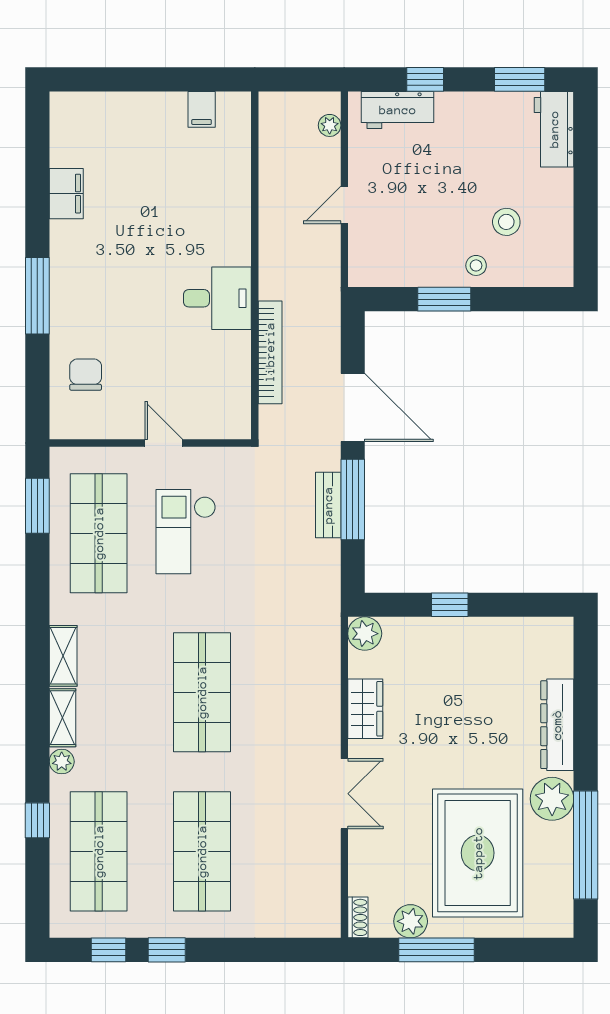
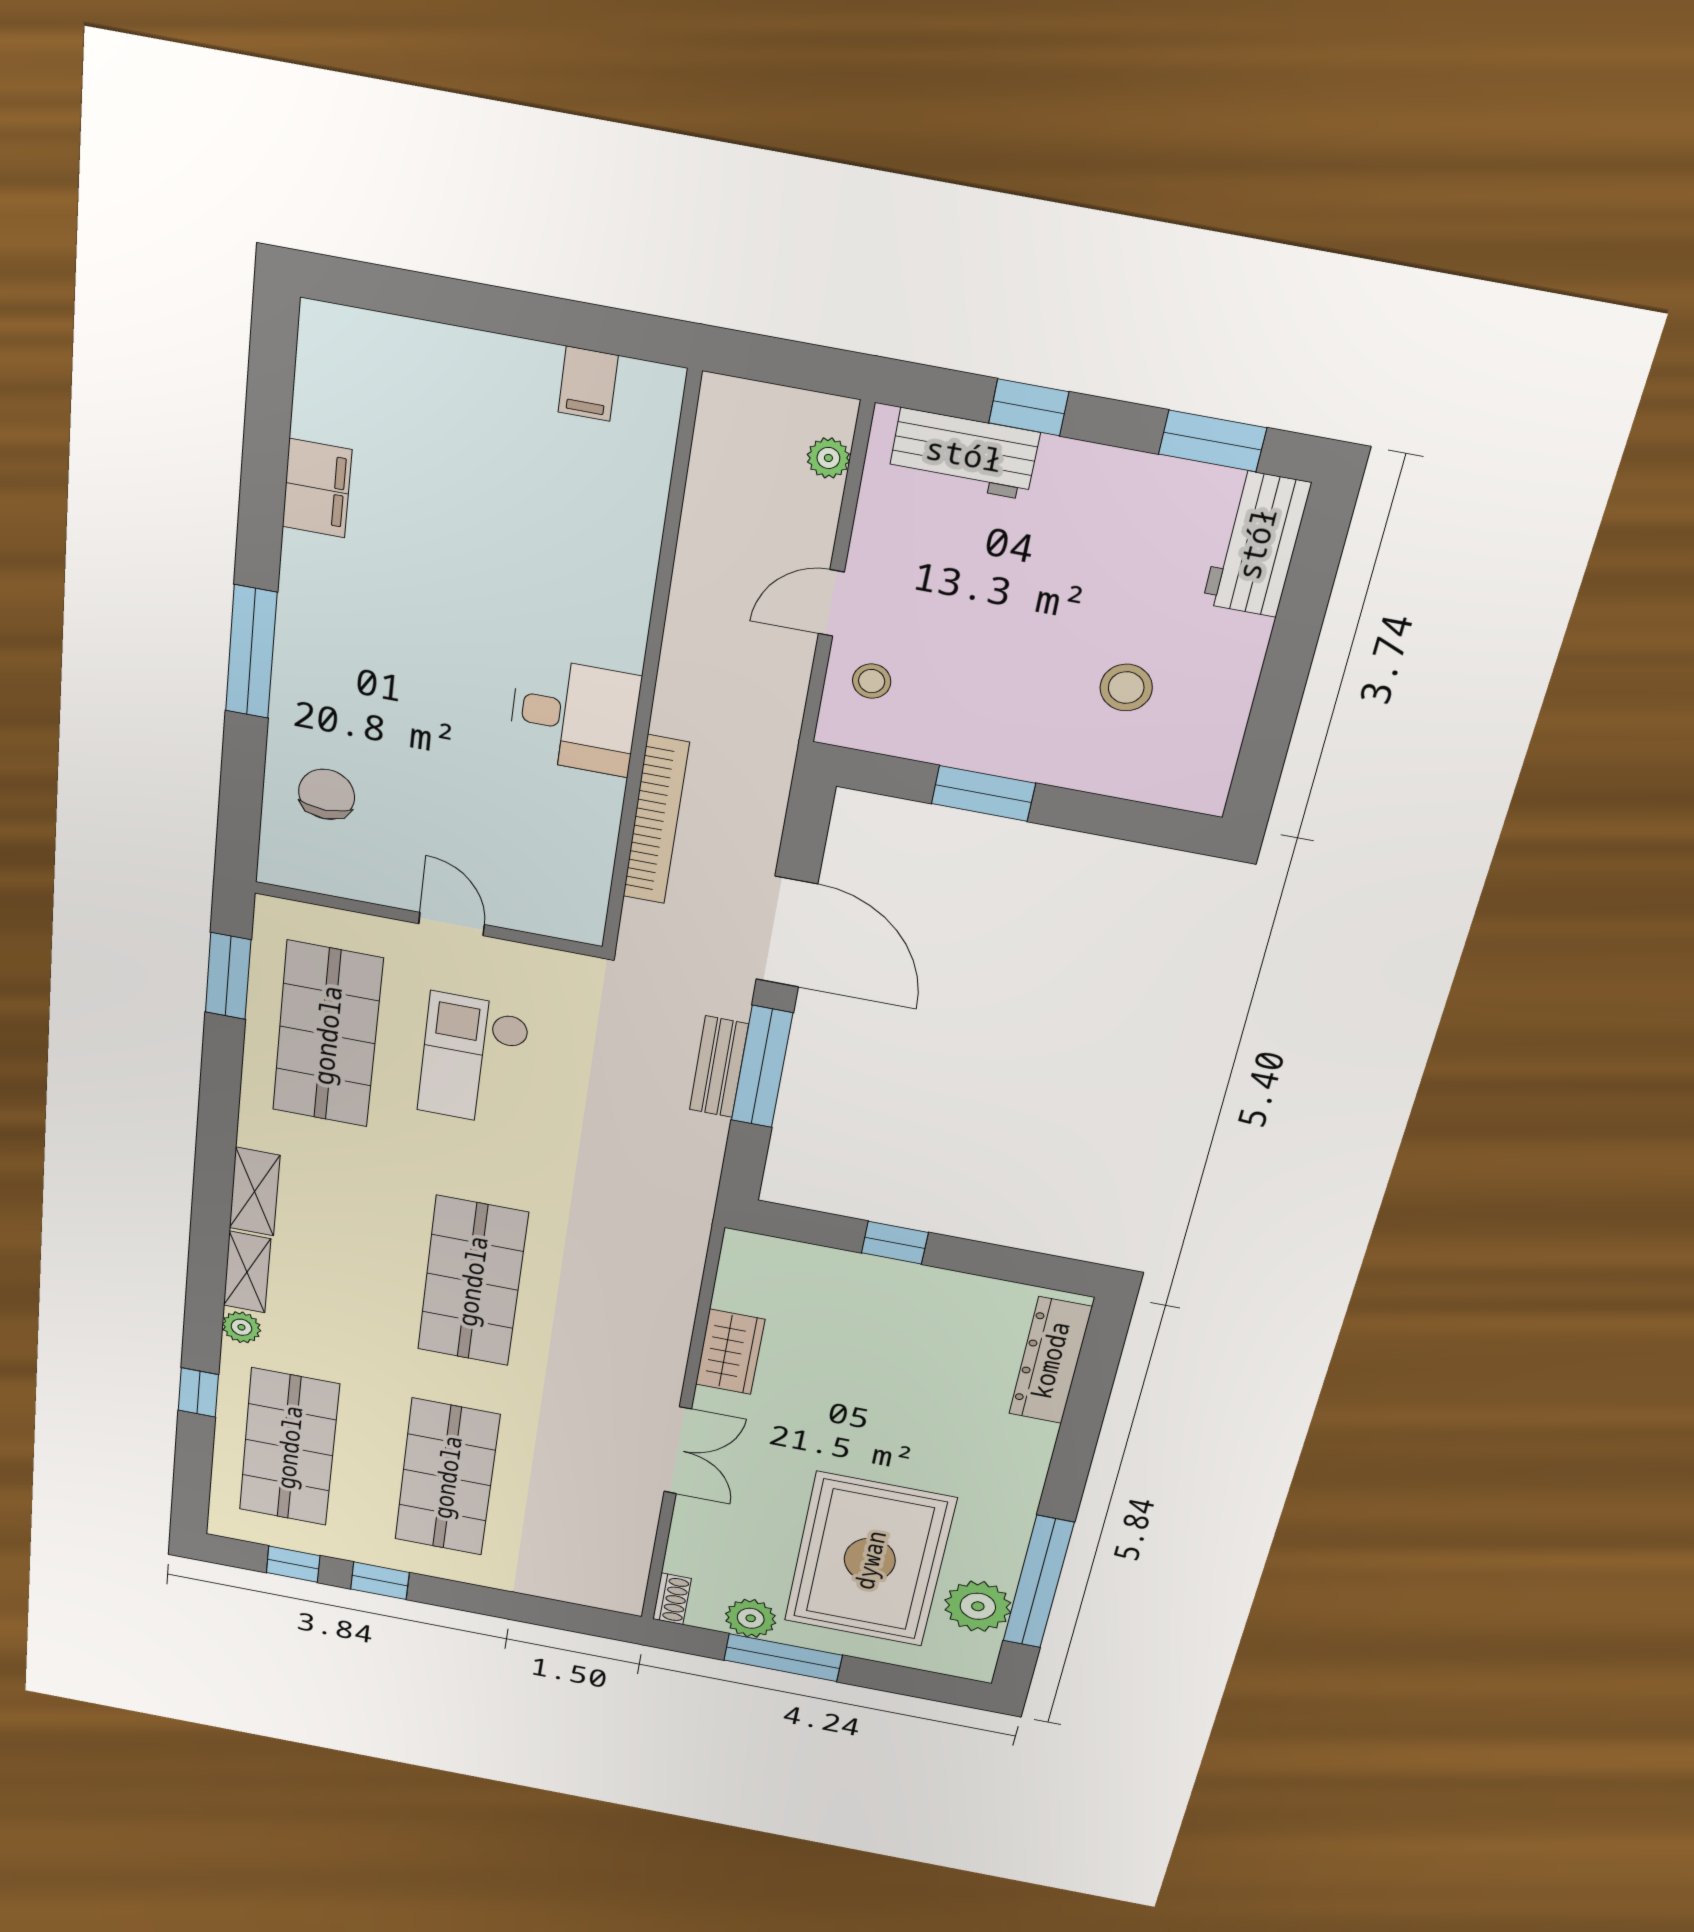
stool: (476, 265) -> (872, 681), moved
plant: (365, 634) -> (748, 1255), removed
dresser: (557, 725) -> (1050, 1360), moved
plant: (552, 799) -> (978, 1606), moved

